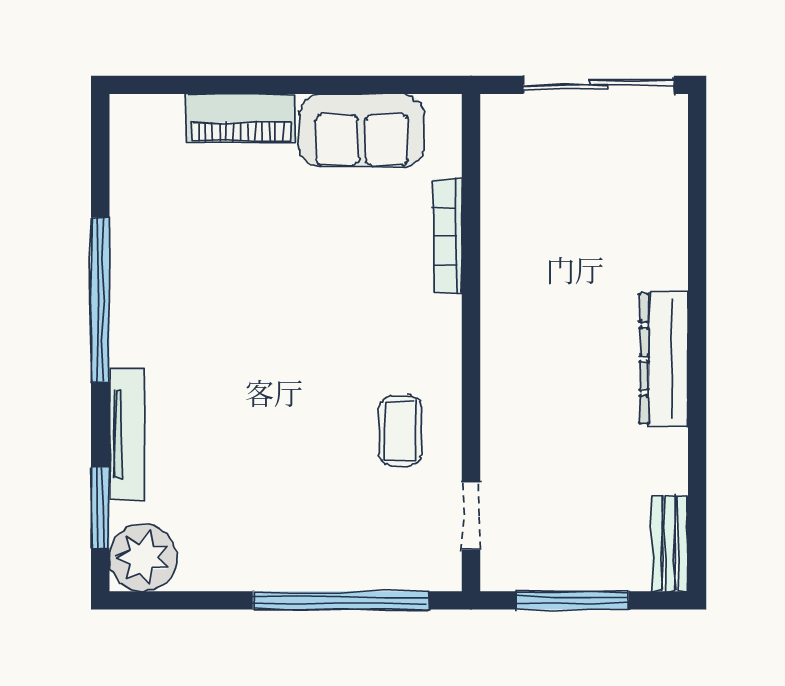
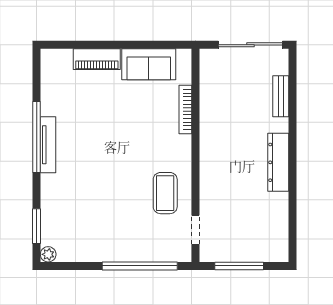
coffee table: (400, 431) -> (165, 193), width x1.36, depth x1.30
tv unit: (127, 434) -> (48, 145), moved
bench: (670, 543) -> (281, 96), moved
plant: (143, 558) -> (48, 254), width x0.53, depth x0.53

